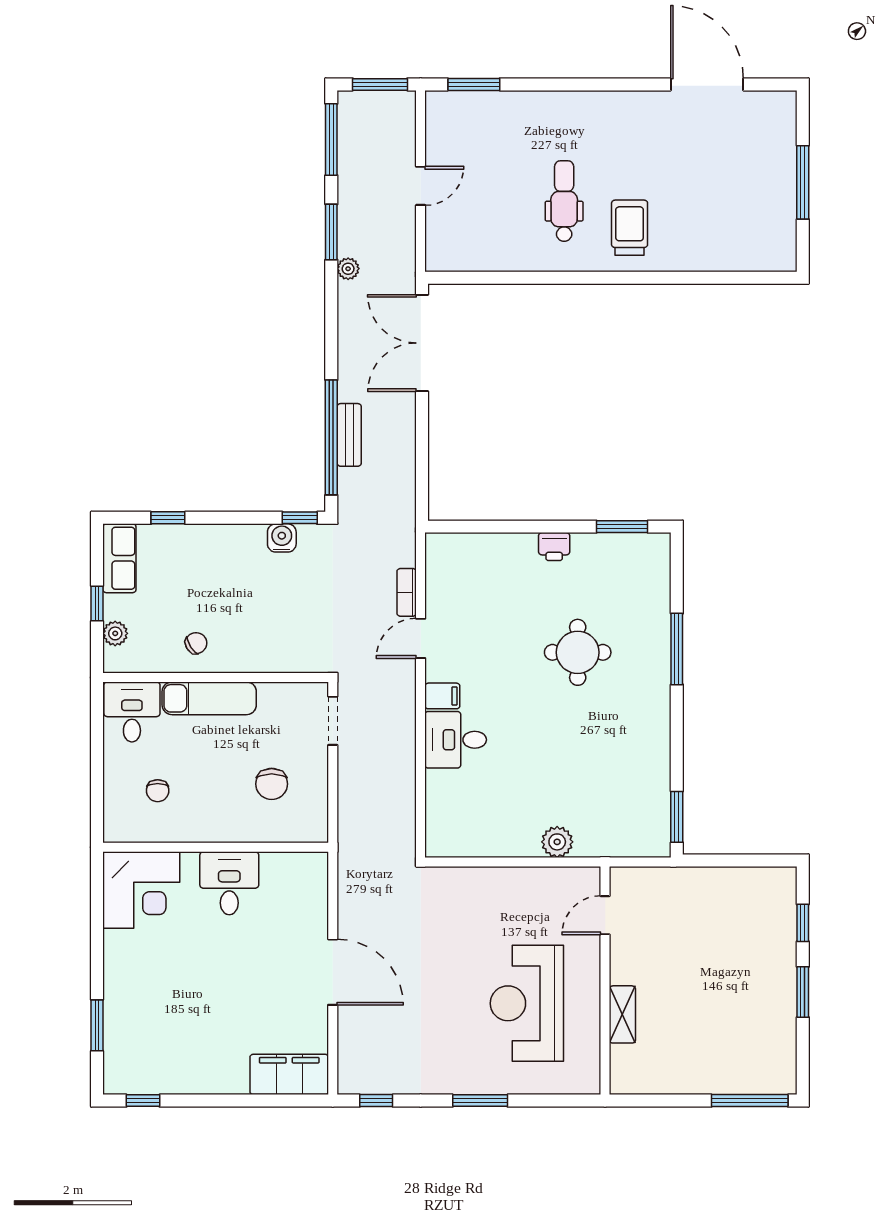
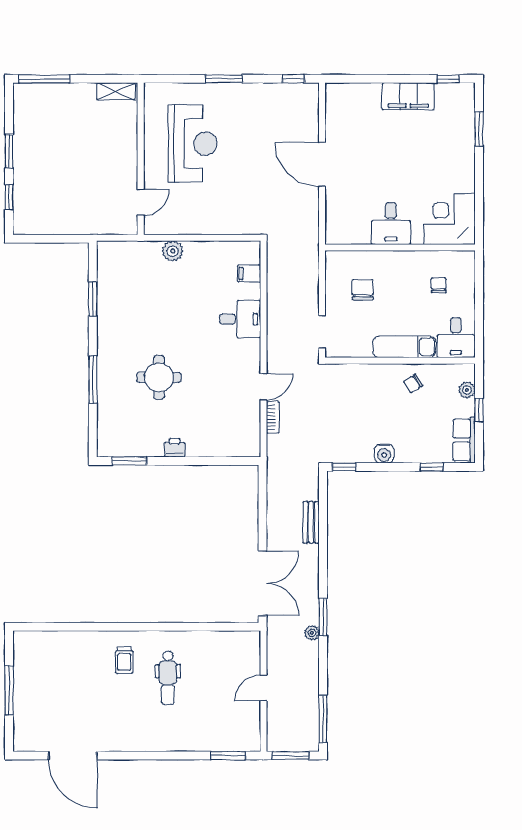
trolley: (630, 228) -> (124, 660), width x0.73, depth x0.72
window: (331, 232) -> (323, 617), moved
window: (331, 437) -> (323, 520), removed
water cooler: (282, 538) -> (384, 454), moved
filing cabinet: (442, 696) -> (249, 273), moved
window: (677, 817) -> (93, 299), moved
shelving: (622, 1014) -> (116, 91), moved, turned 90
filing cabinet: (289, 1074) -> (408, 96), moved

